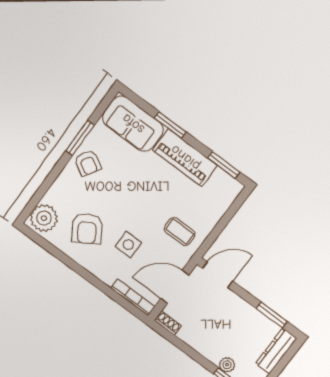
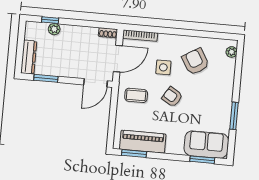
window: (170, 125) -> (202, 160), moved
piano: (185, 158) -> (143, 142), moved
armchair: (88, 163) -> (172, 97), moved
plant: (44, 218) -> (232, 52), width x0.53, depth x0.53

